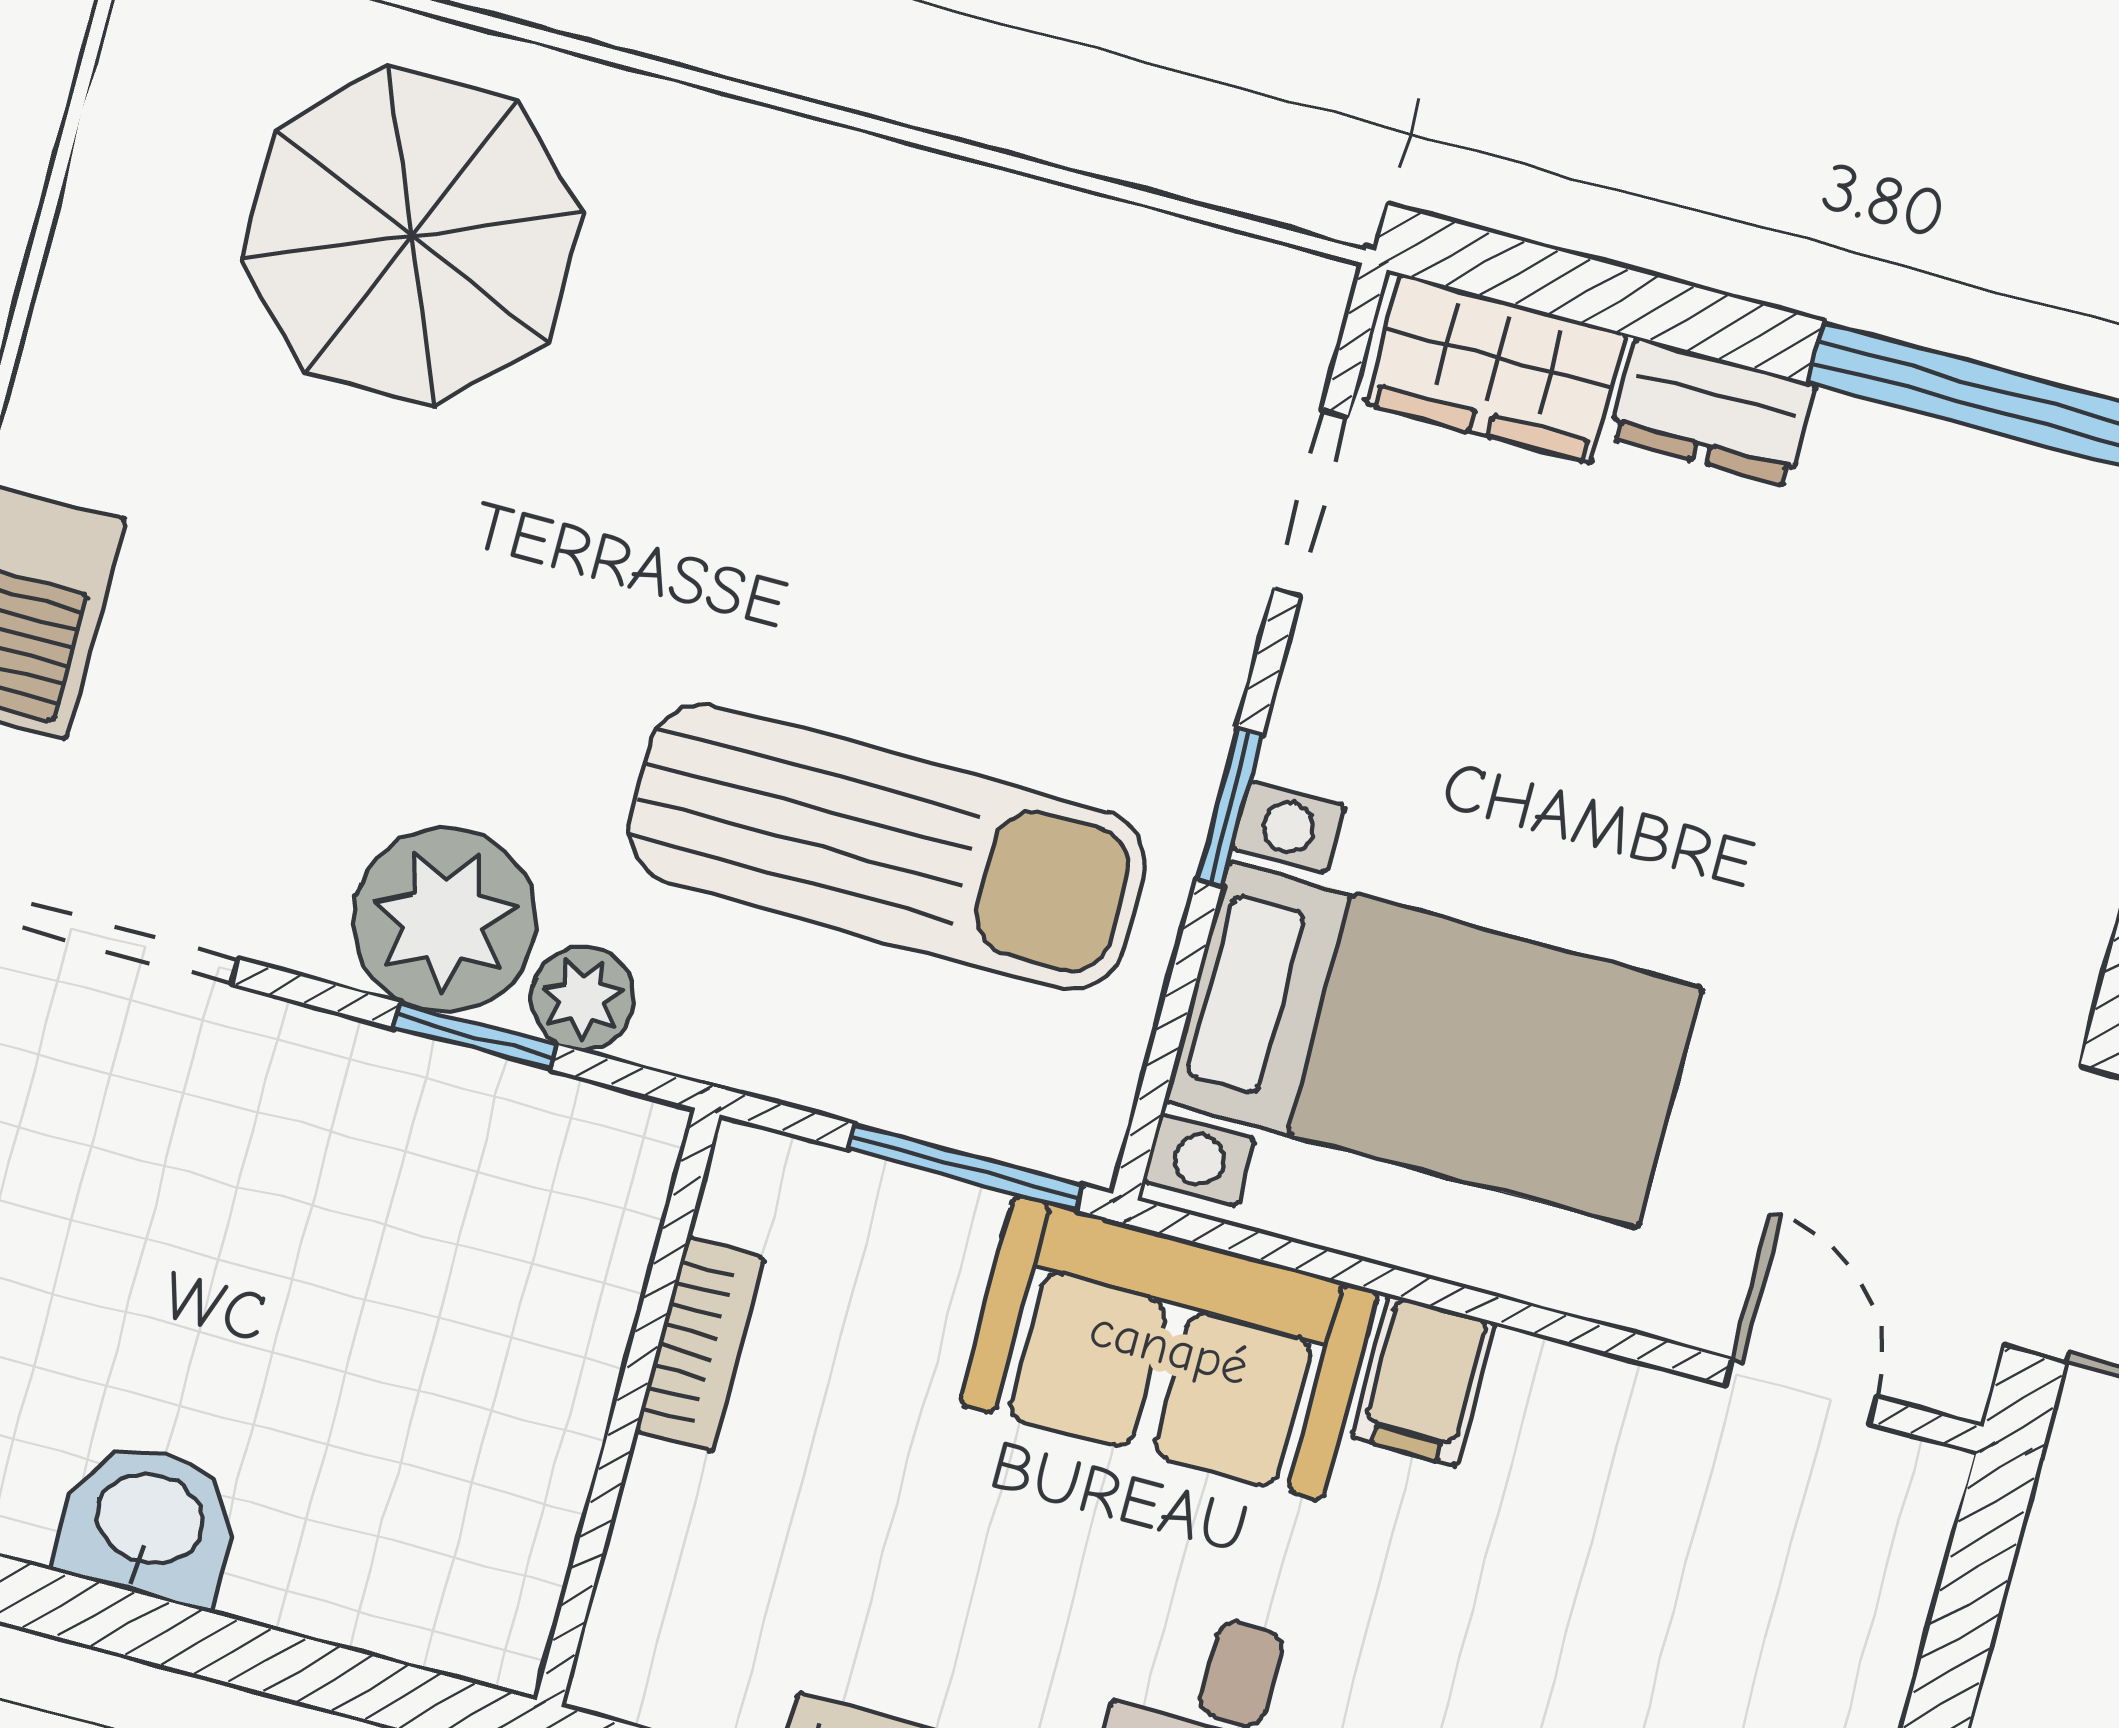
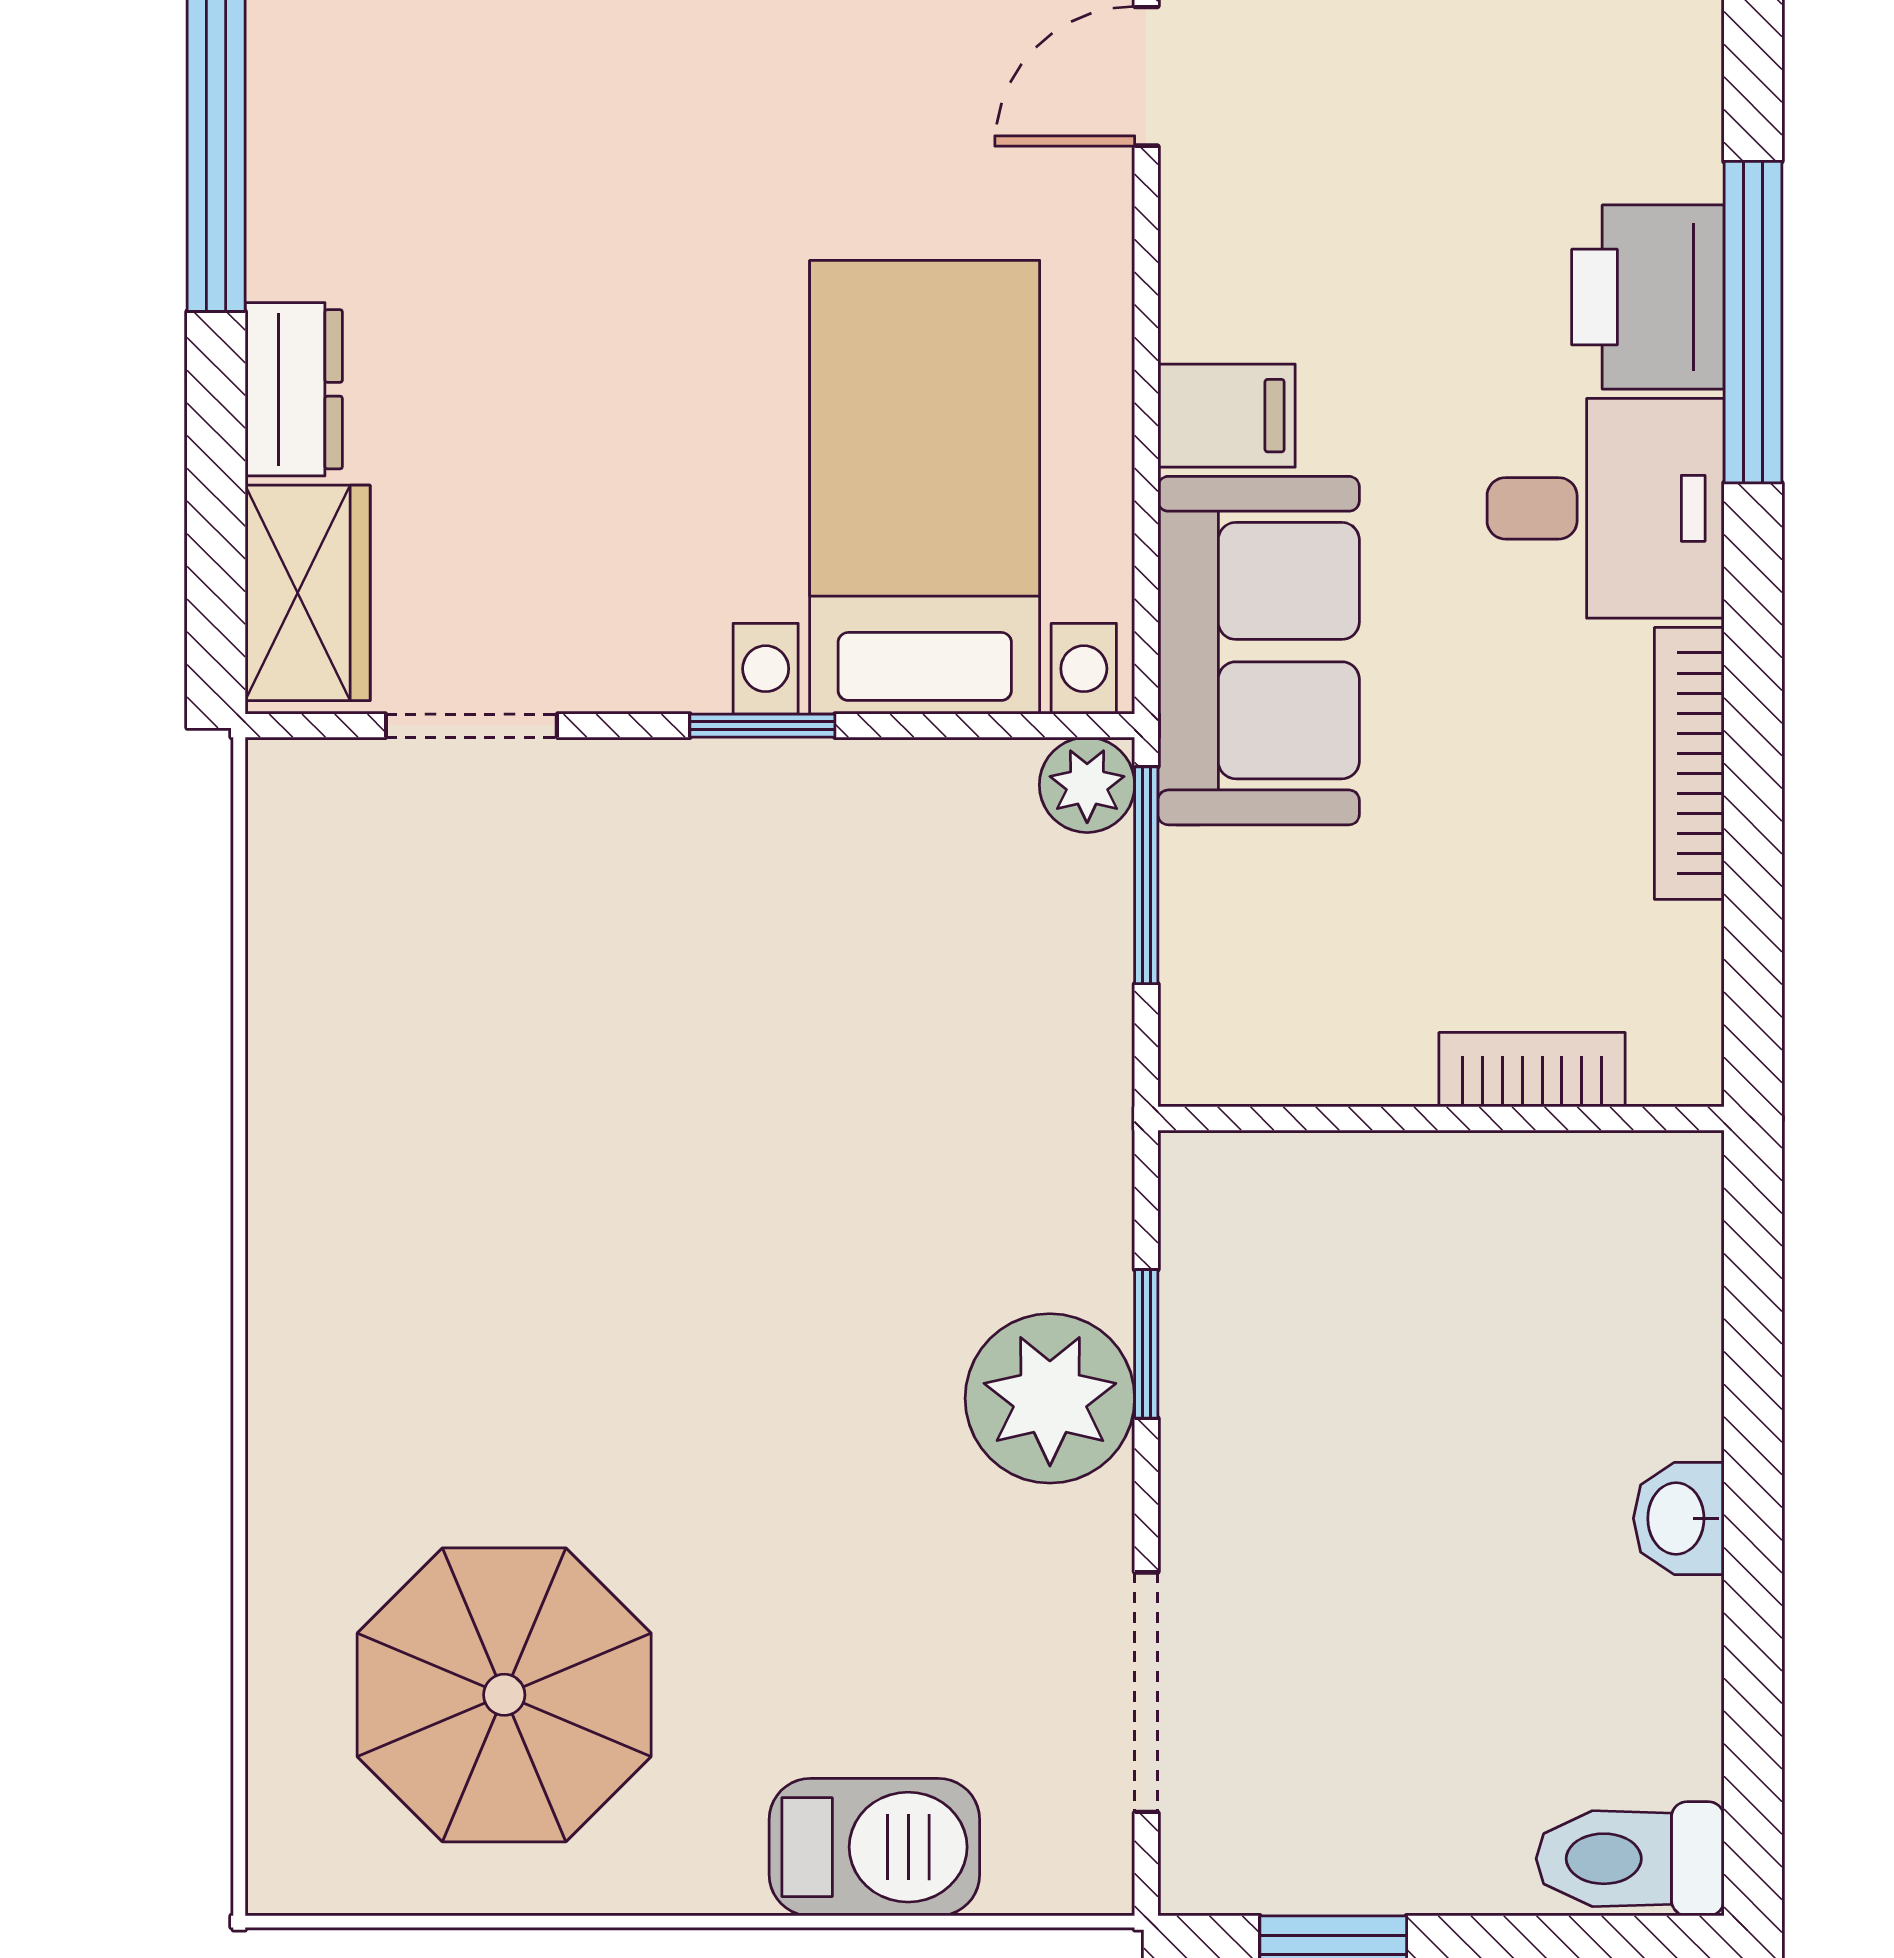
parasol: (412, 236) -> (504, 1695), moved
sun lounger: (887, 847) -> (879, 1022), removed
plant: (583, 998) -> (1087, 785), moved
bookcase: (700, 1345) -> (1532, 1070), moved
washbasin: (149, 1523) -> (1679, 1518), width x0.72, depth x0.69

